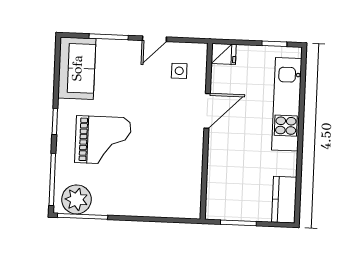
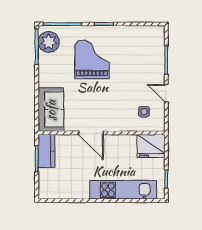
fridge: (224, 54) -> (151, 146), width x1.88, depth x1.34
sofa: (77, 68) -> (51, 110), moved, turned -90
door: (207, 111) -> (91, 133), moved
grand piano: (103, 140) -> (92, 59), turned 180
kitchen counter: (284, 200) -> (46, 151), moved, turned 90

